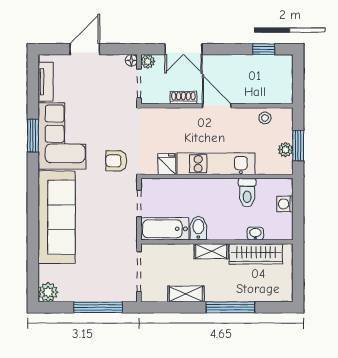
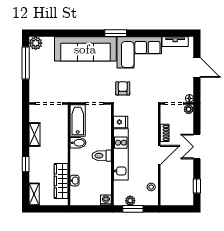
double door: (184, 49) -> (197, 147), moved
window: (33, 136) -> (116, 33), moved
toilet: (247, 193) -> (102, 156), moved
washing machine: (285, 204) -> (106, 200), moved
shelving: (211, 251) -> (34, 194), moved
window: (98, 307) -> (26, 63), moved
window: (230, 307) -> (26, 164), width x0.46

